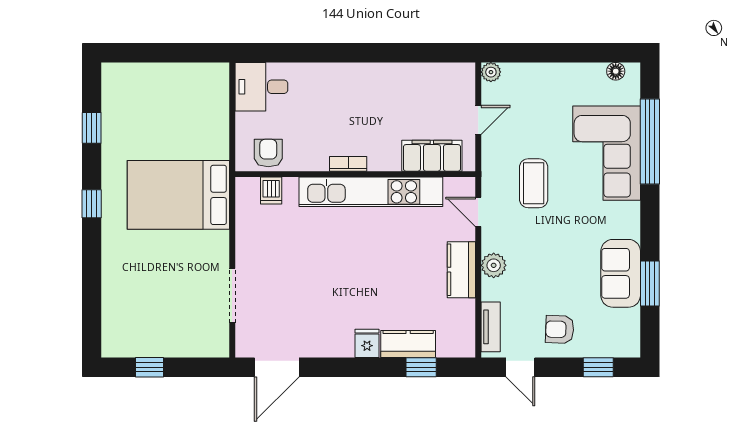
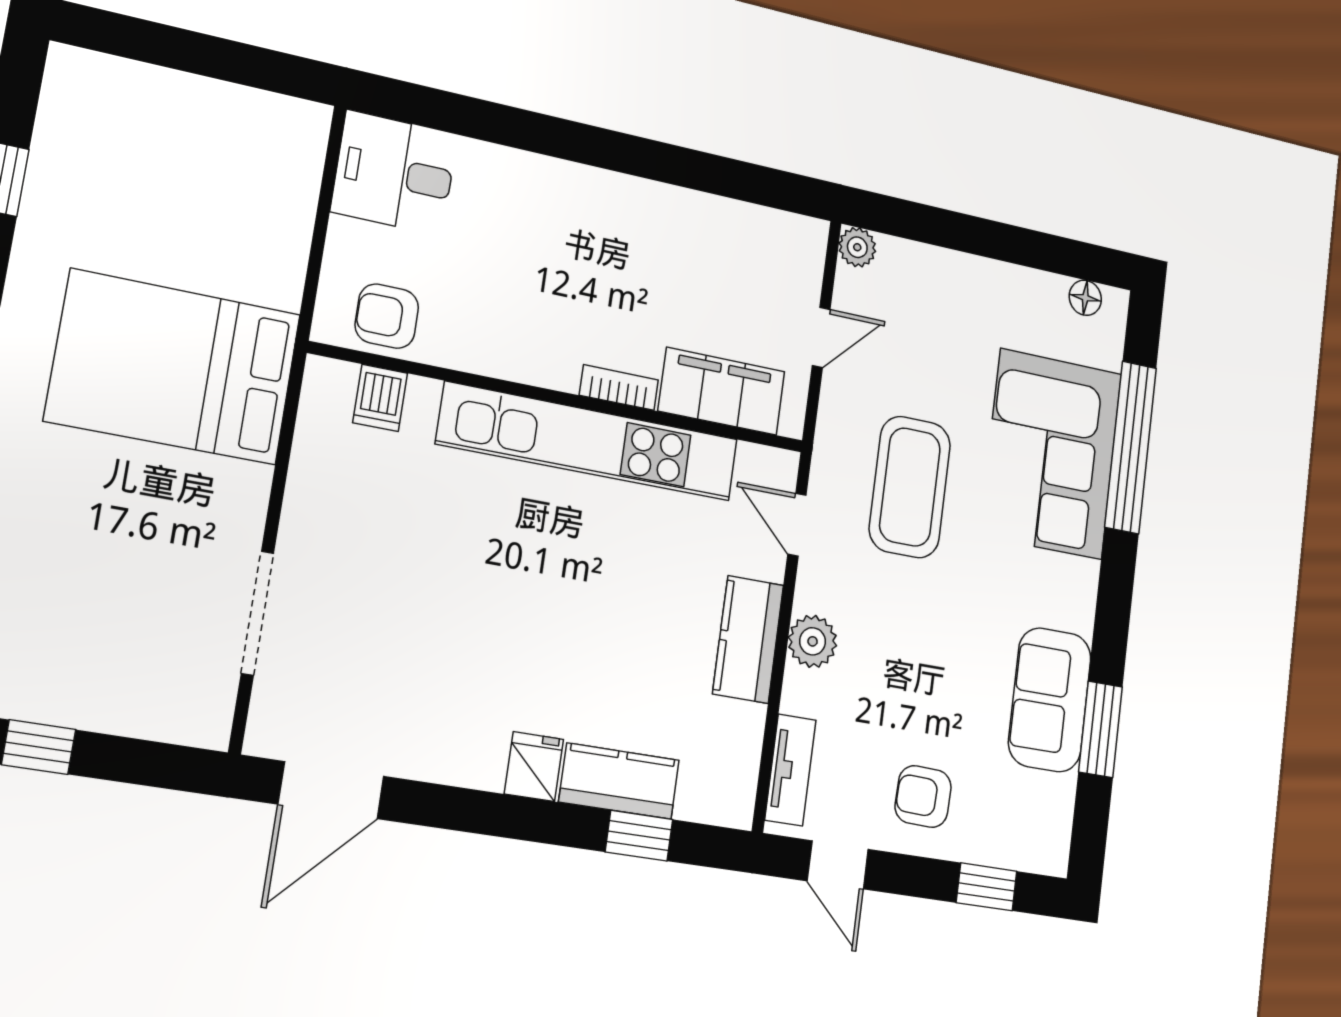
armchair: (268, 153) -> (387, 316), turned -90
bookcase: (348, 164) -> (619, 387), moved
coffee table: (534, 183) -> (910, 487), width x1.36, depth x1.32

